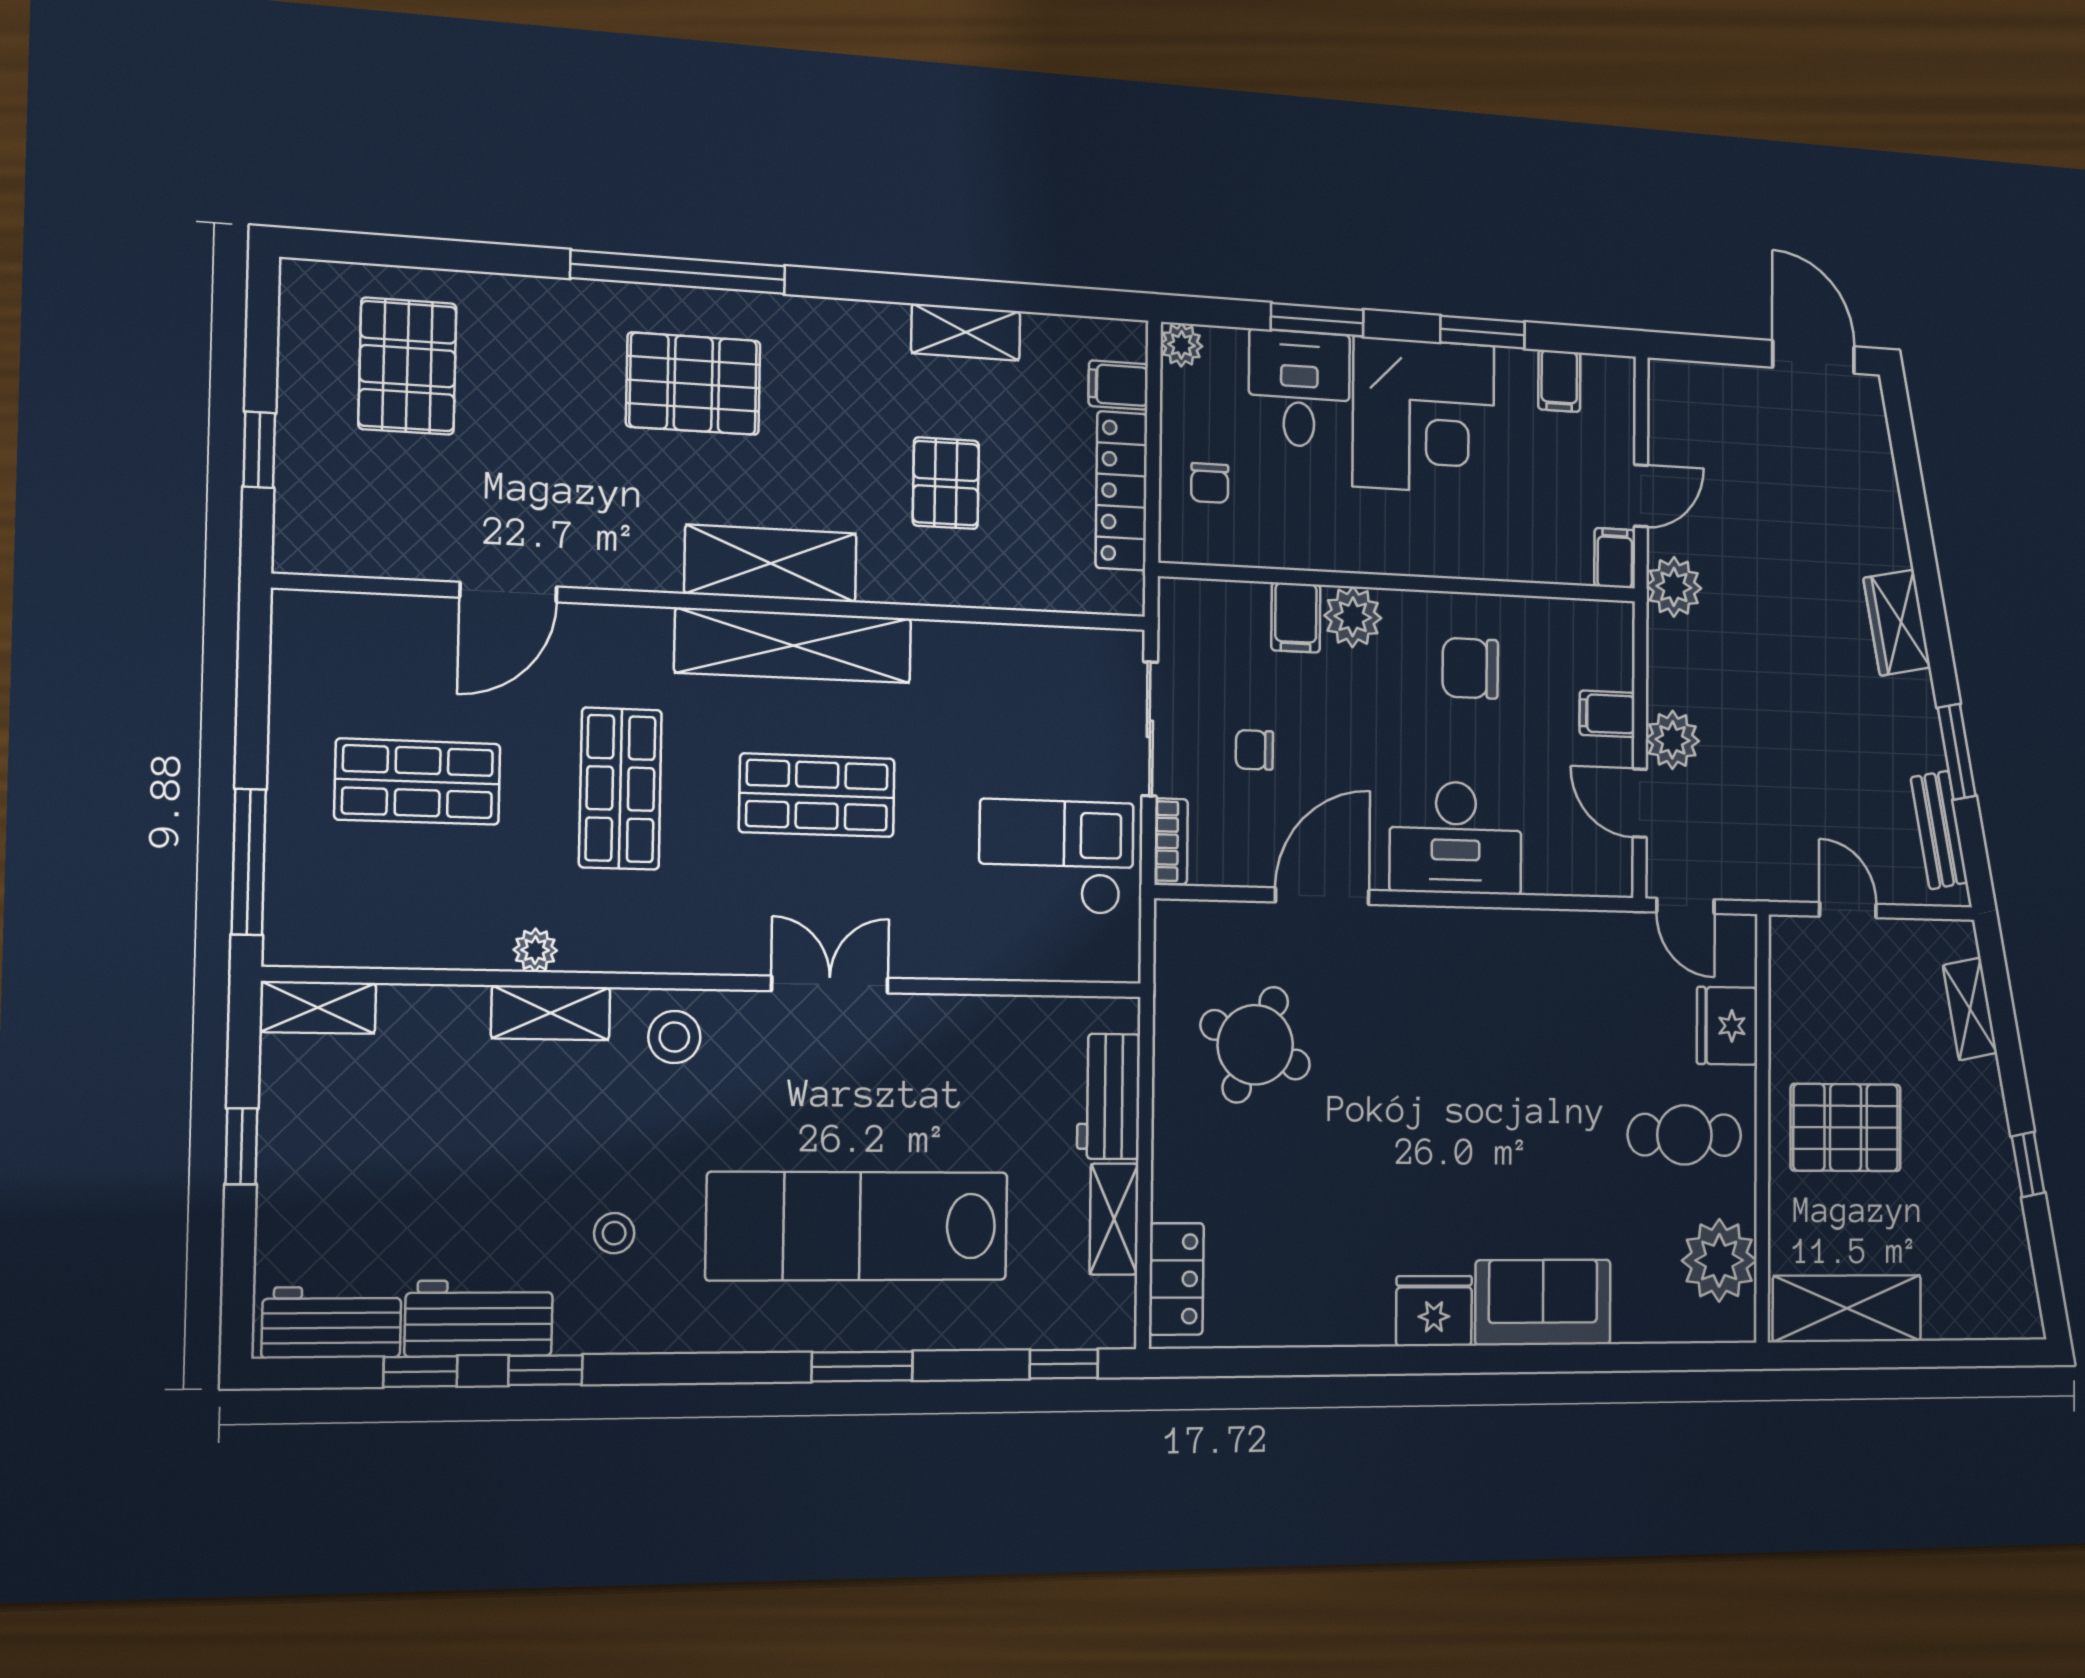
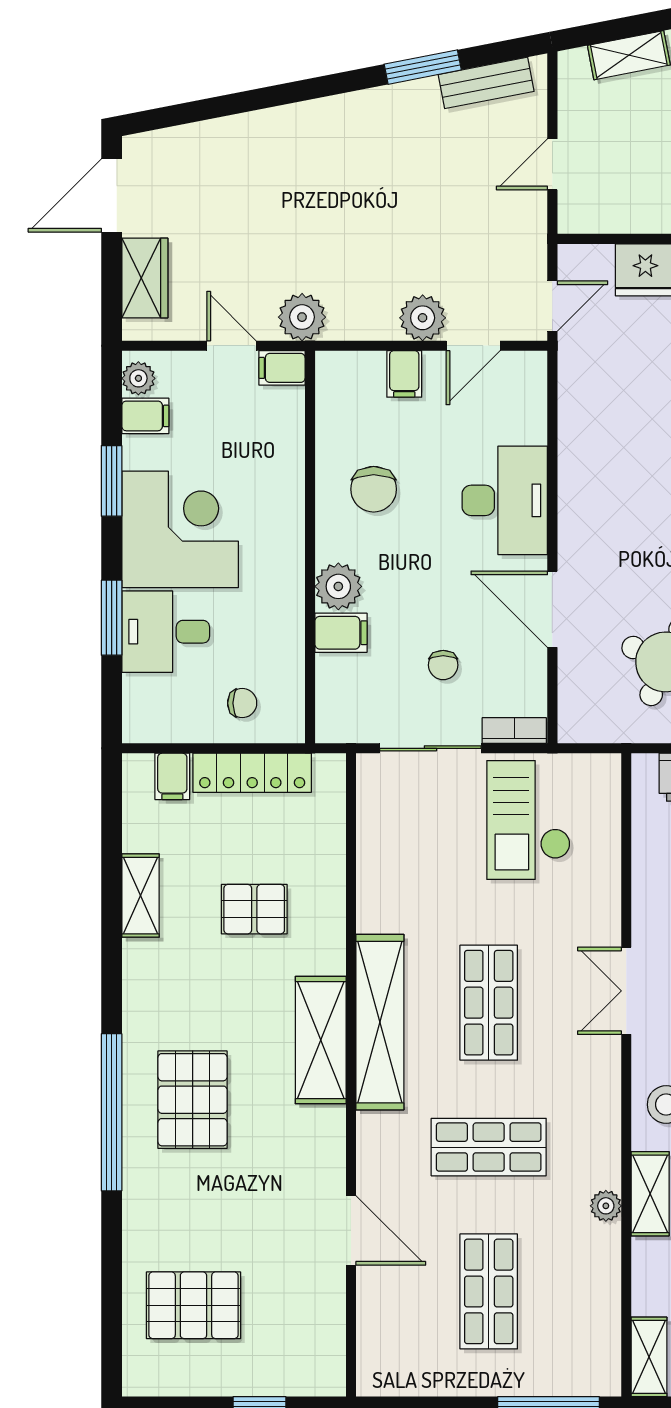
plant: (1181, 345) -> (138, 378), moved
wardrobe: (1897, 623) -> (145, 278), moved, turned -79

